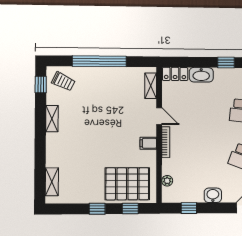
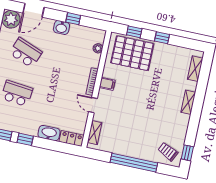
shelving: (52, 119) -> (188, 102), moved
window: (189, 208) -> (73, 19), moved

